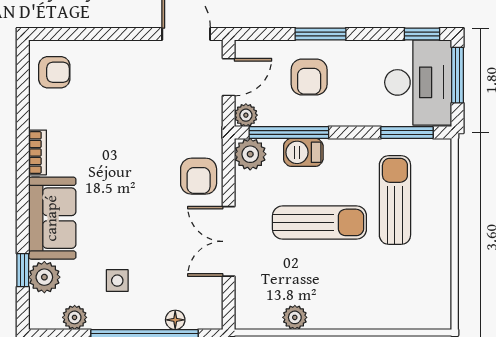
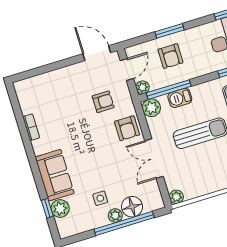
armchair: (54, 72) -> (103, 102), moved
bookcase: (38, 152) -> (31, 127), moved
plant: (75, 317) -> (115, 216), moved
plant: (295, 317) -> (176, 197), moved
floor lamp: (175, 320) -> (132, 207), width x1.89, depth x1.89

